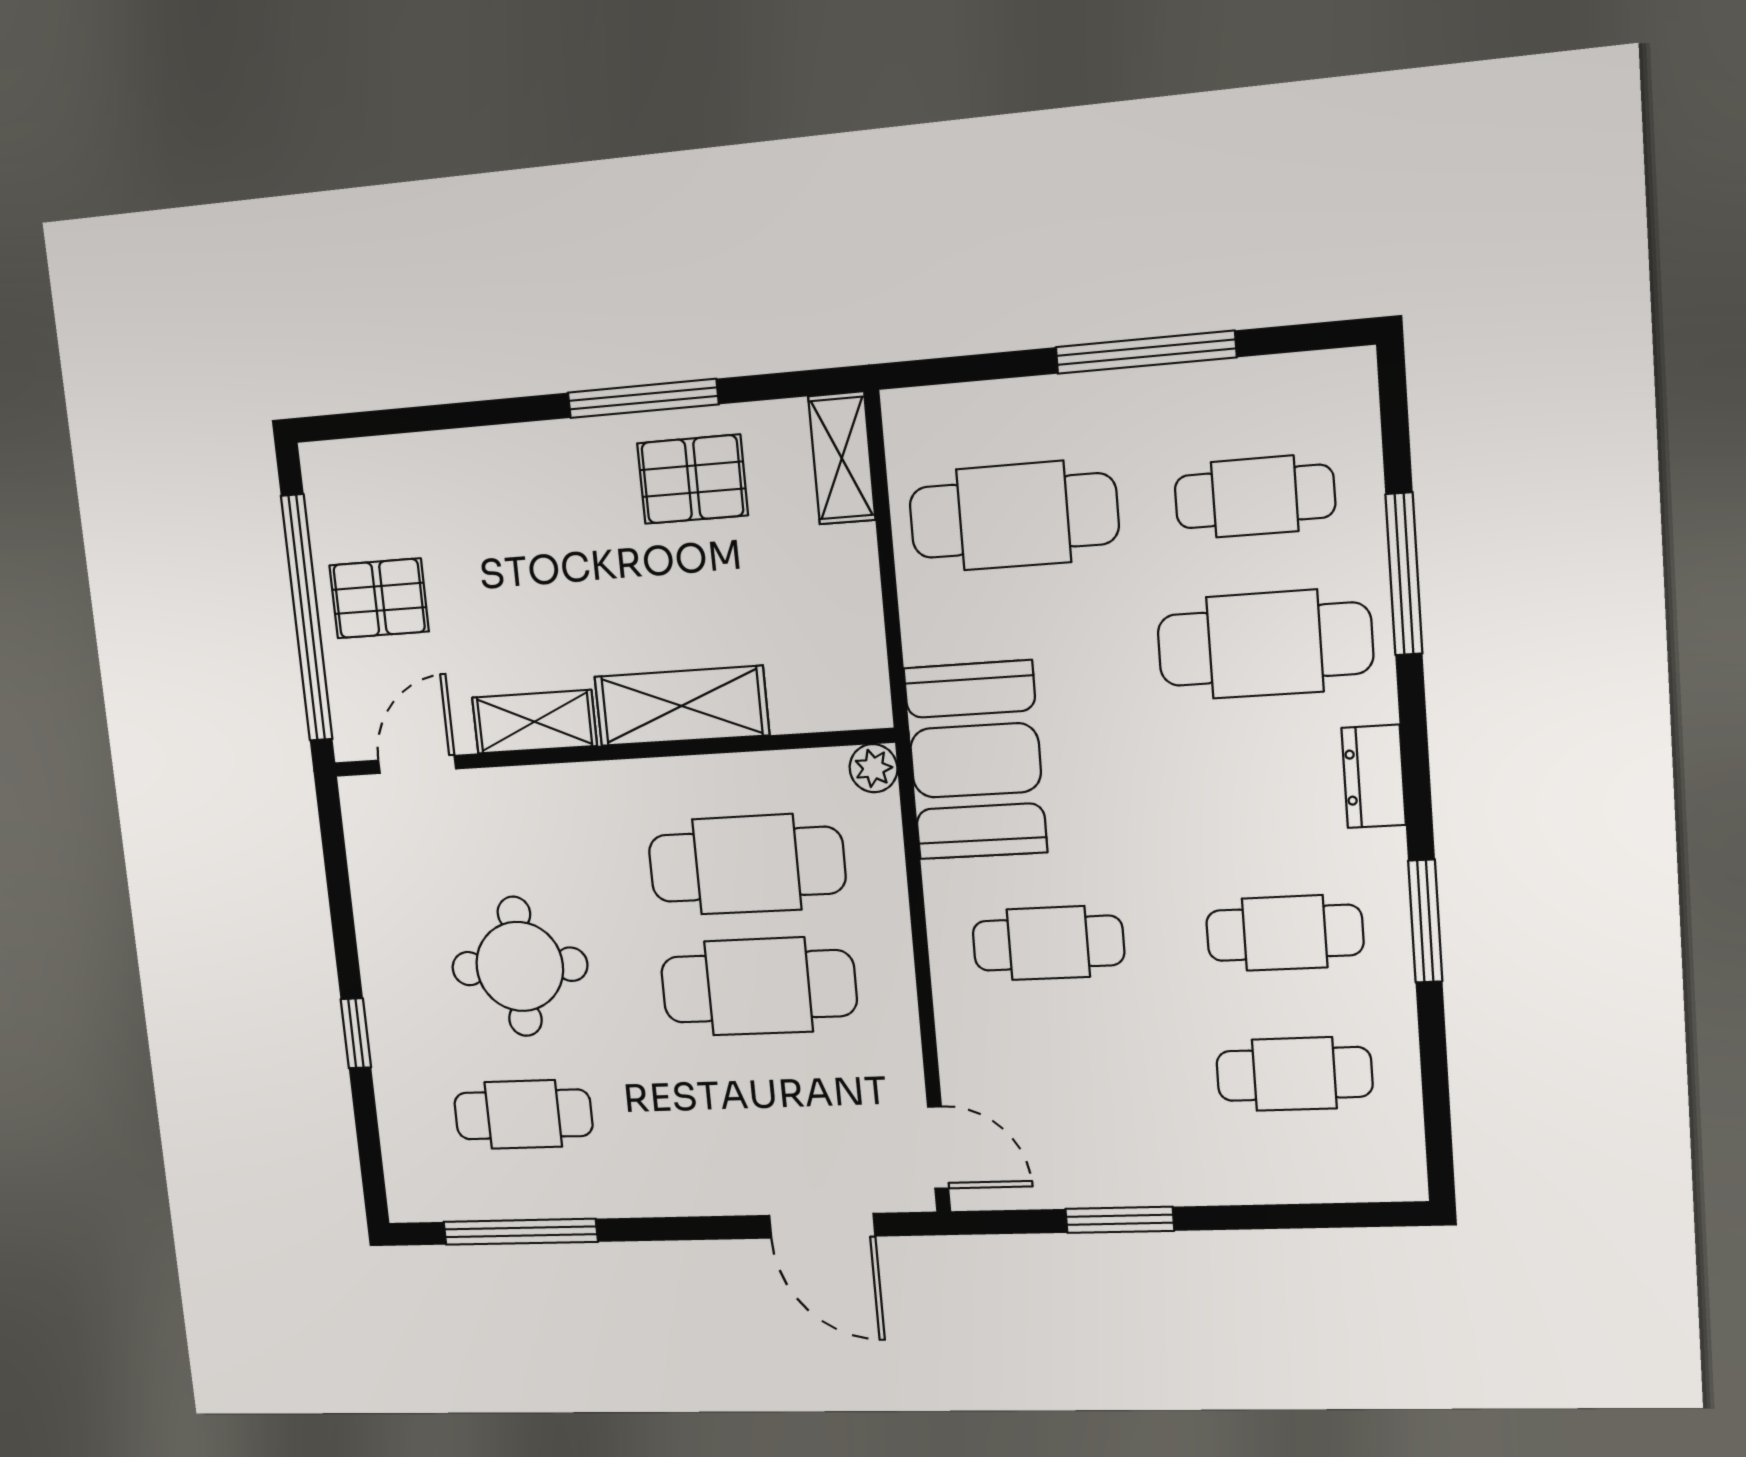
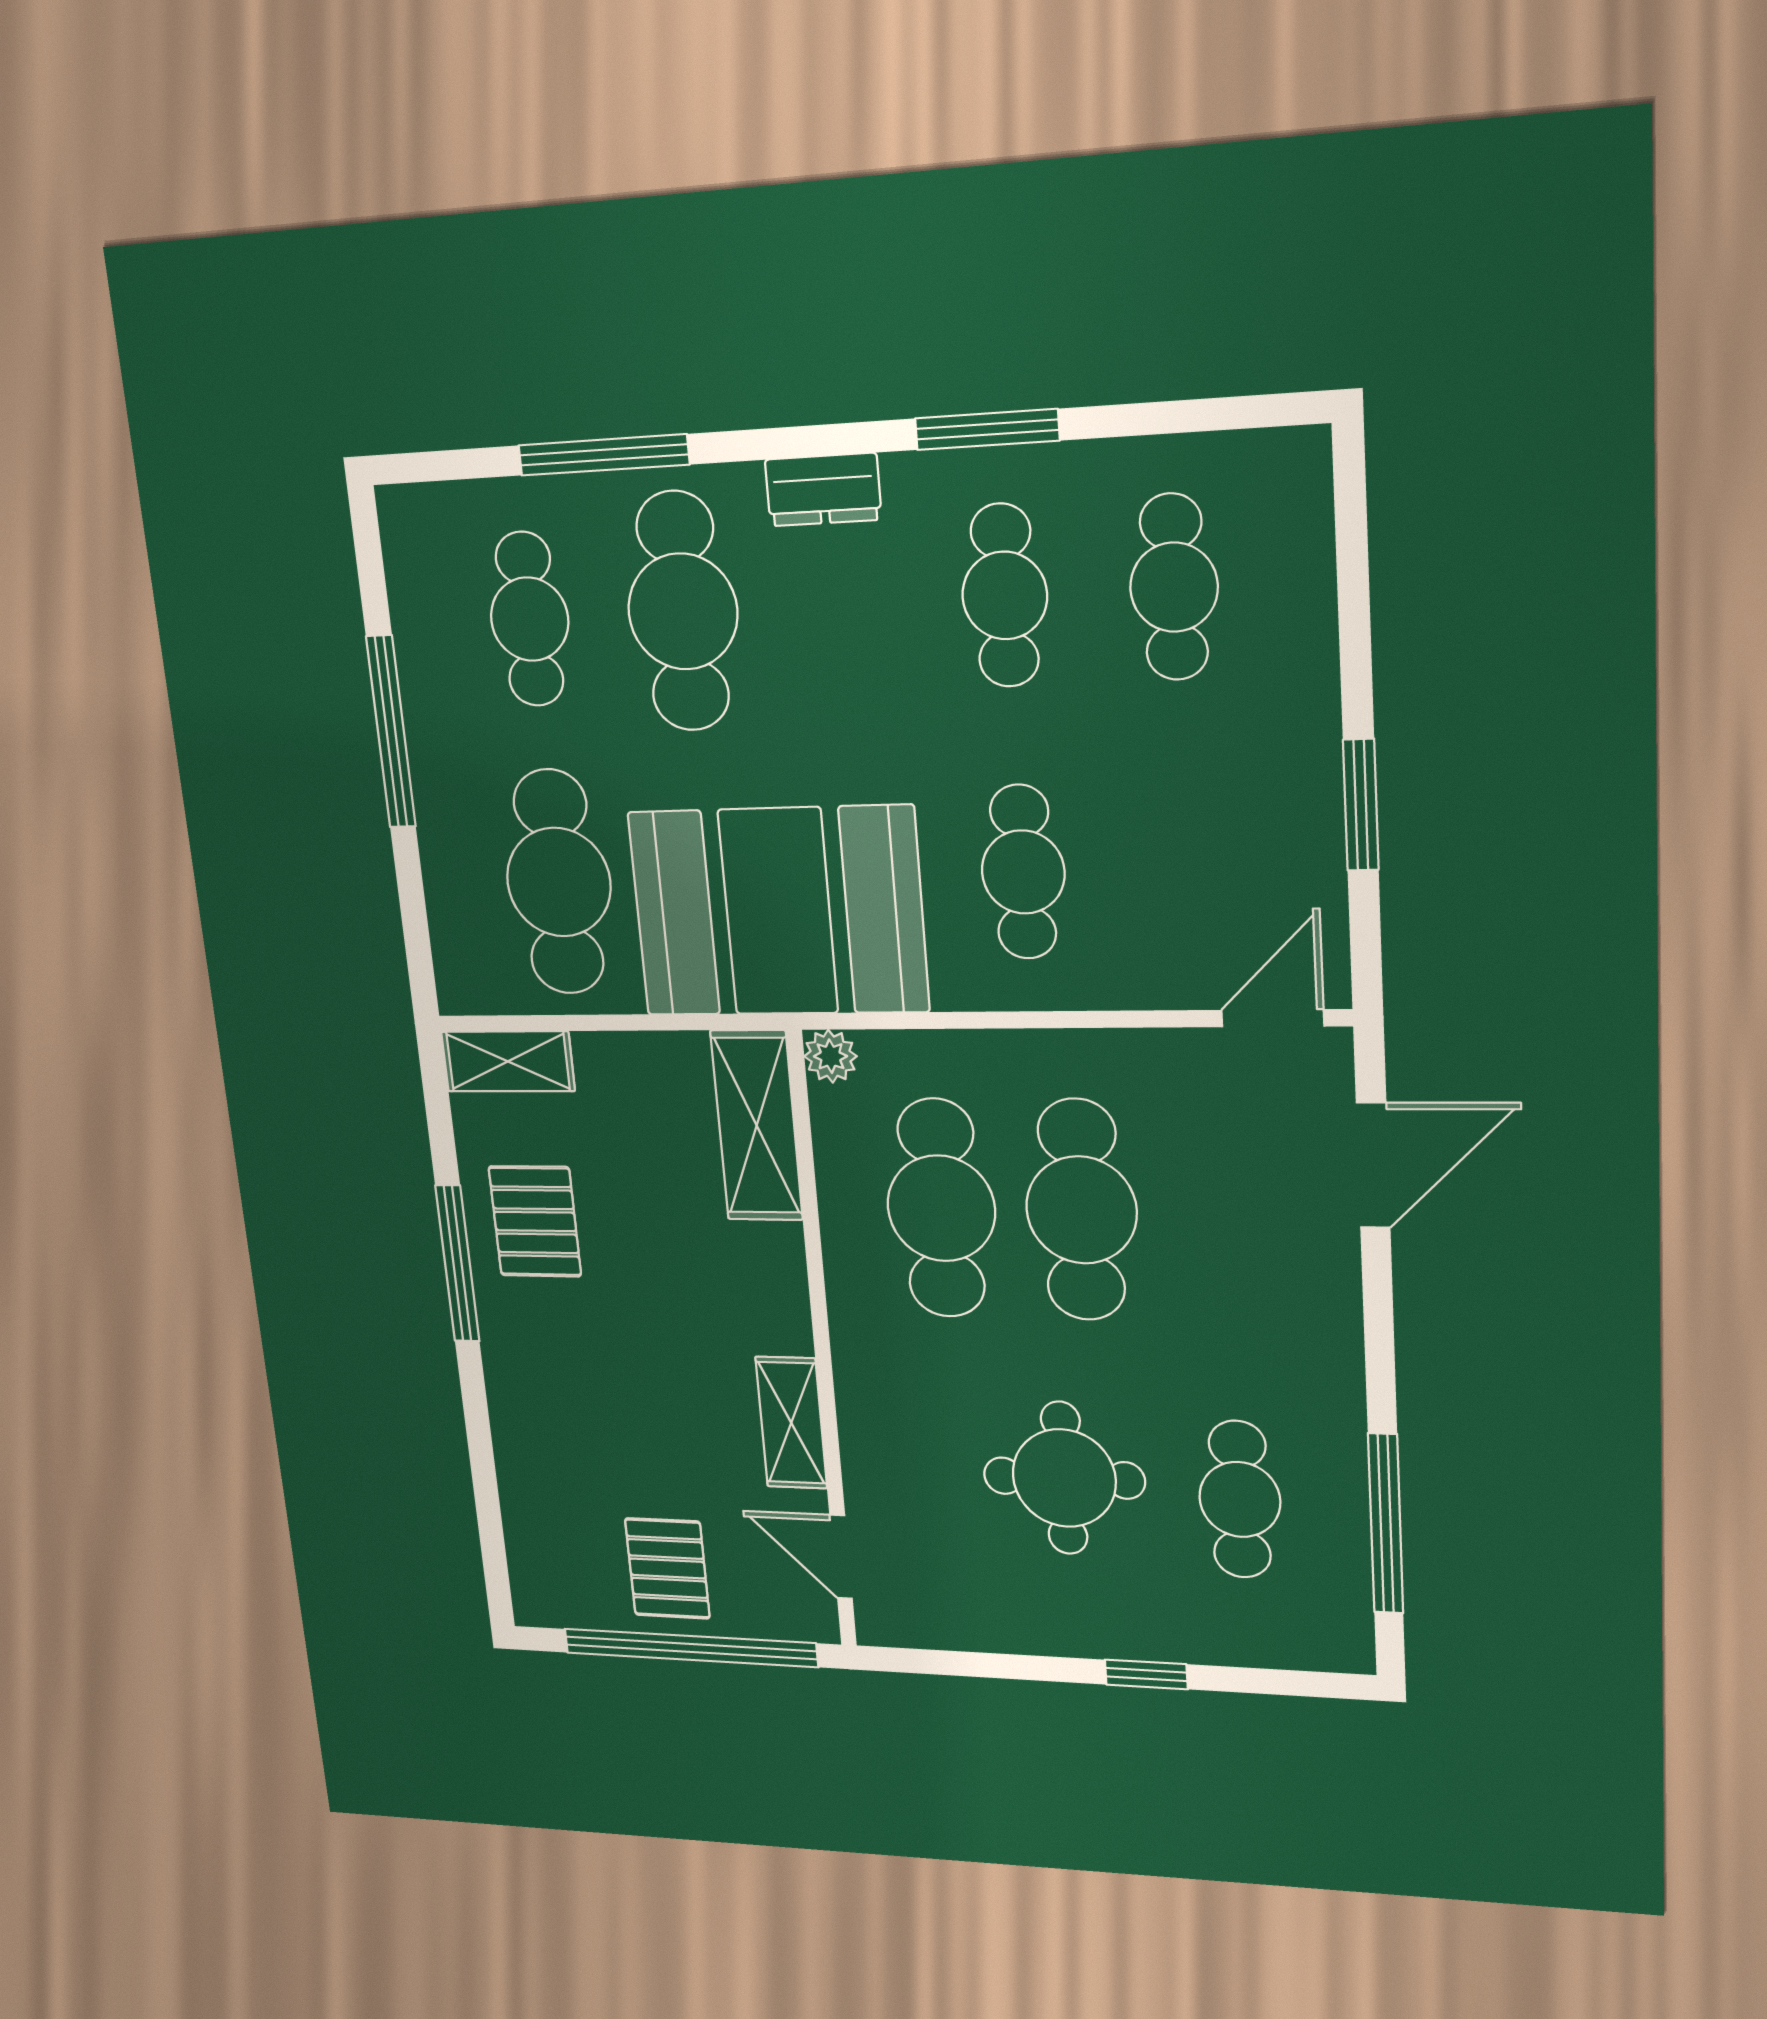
shelving: (682, 706) -> (757, 1126), moved
booth: (976, 760) -> (778, 912), width x1.36, depth x1.42

